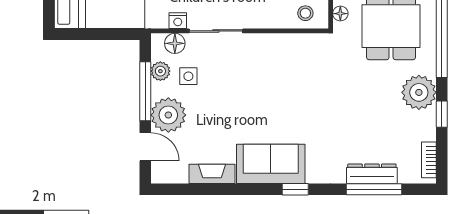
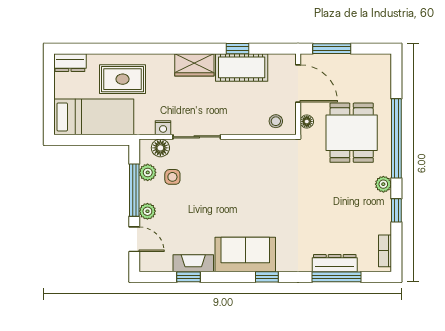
plant: (419, 92) -> (383, 184), width x0.53, depth x0.53
plant: (168, 115) -> (147, 211), width x0.53, depth x0.53
window: (207, 189) -> (189, 277), added

